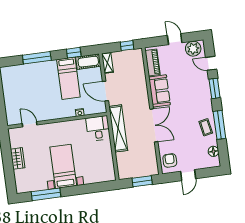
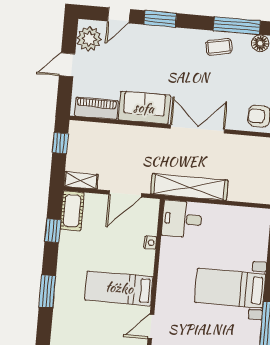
window: (37, 58) -> (47, 291), width x0.69
bed: (68, 78) -> (119, 288), moved, turned 180
window: (219, 125) -> (237, 26), moved

